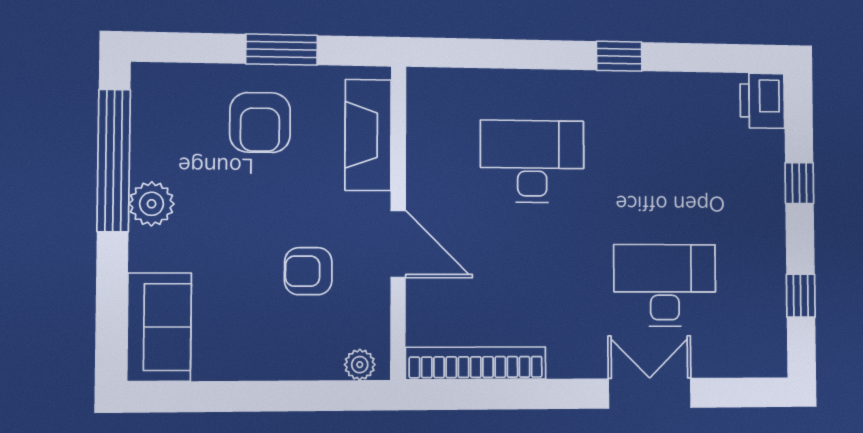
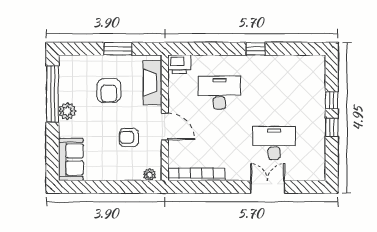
printer: (762, 101) -> (179, 64), moved, turned -90
armchair: (260, 122) -> (109, 91), moved
window: (801, 296) -> (332, 127), moved

